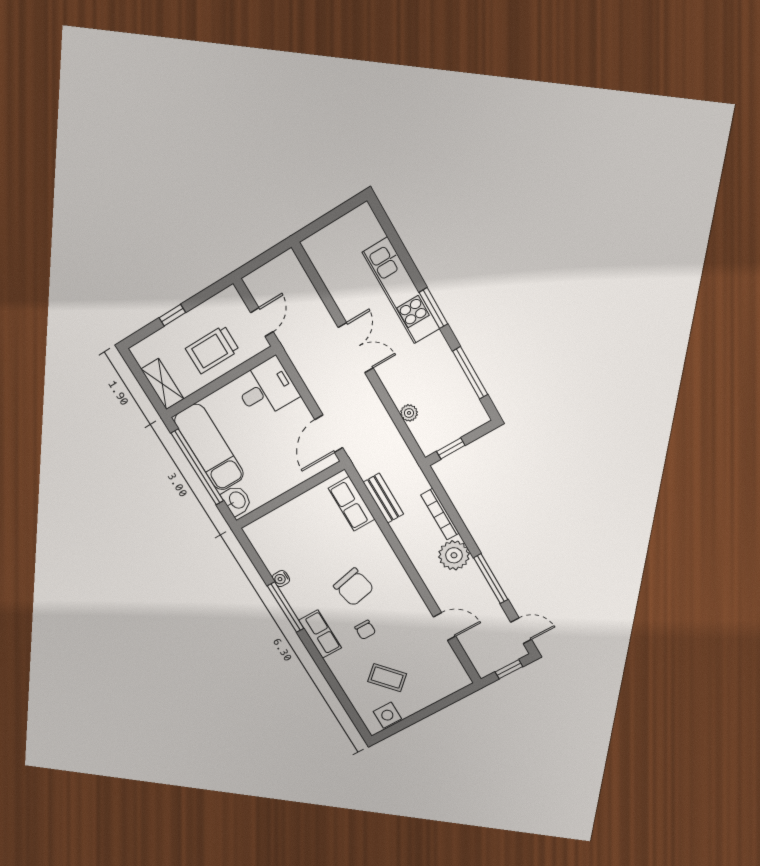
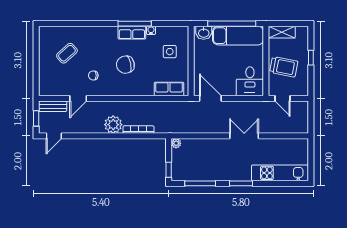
kitchen unit: (401, 291) -> (280, 173), moved
double door: (356, 348) -> (244, 136), swing flipped
trolley: (212, 350) -> (284, 67), turned 101
plant: (409, 413) -> (176, 143), moved
window: (451, 448) -> (169, 170), moved
bench: (383, 498) -> (53, 106), moved
window: (491, 579) -> (90, 136), removed
chair: (365, 630) -> (93, 75), moved
row of seats: (320, 634) -> (132, 33), moved
side table: (387, 715) -> (170, 52), moved

